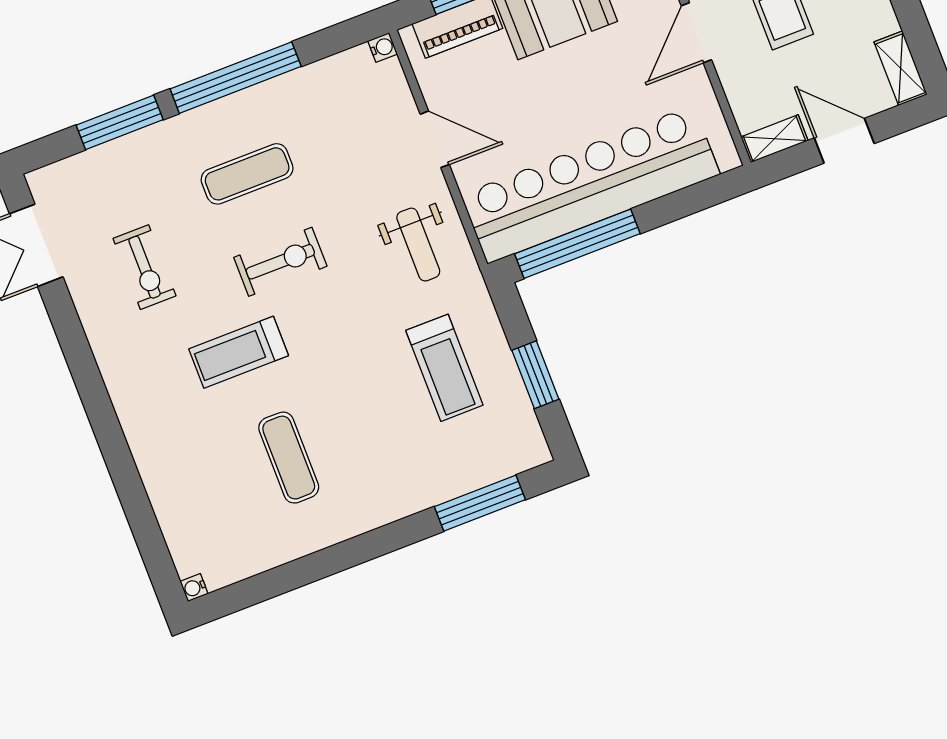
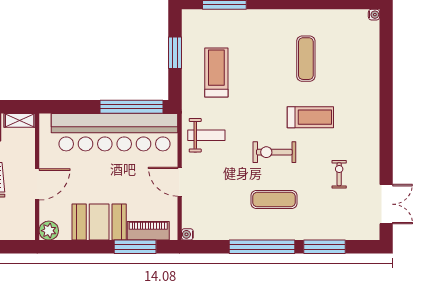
weight bench: (418, 245) -> (206, 135), turned 90
exercise bike: (145, 267) -> (339, 174), width x0.73, depth x0.72

